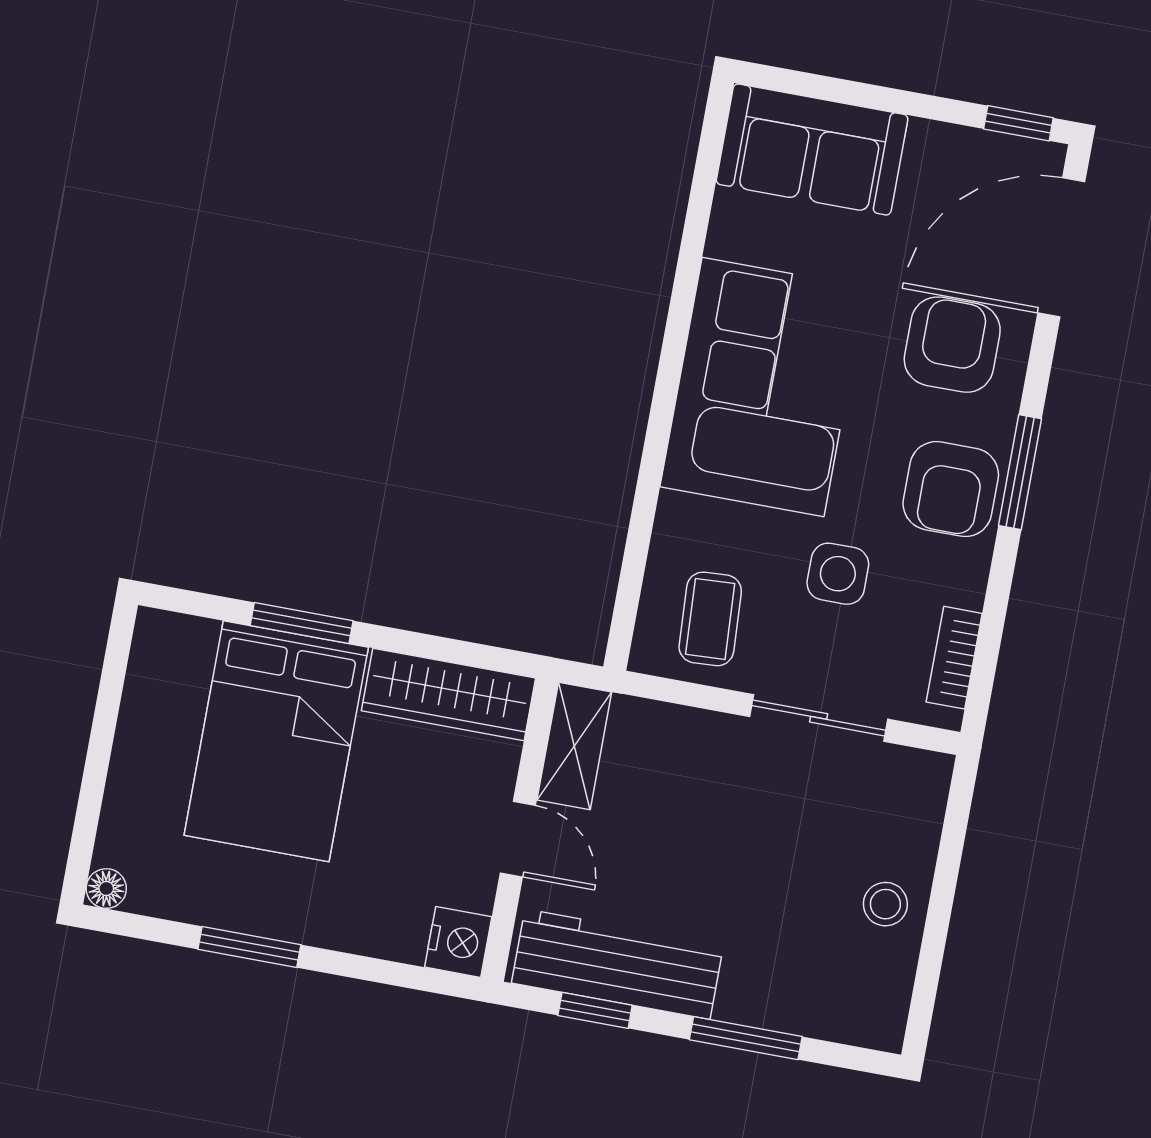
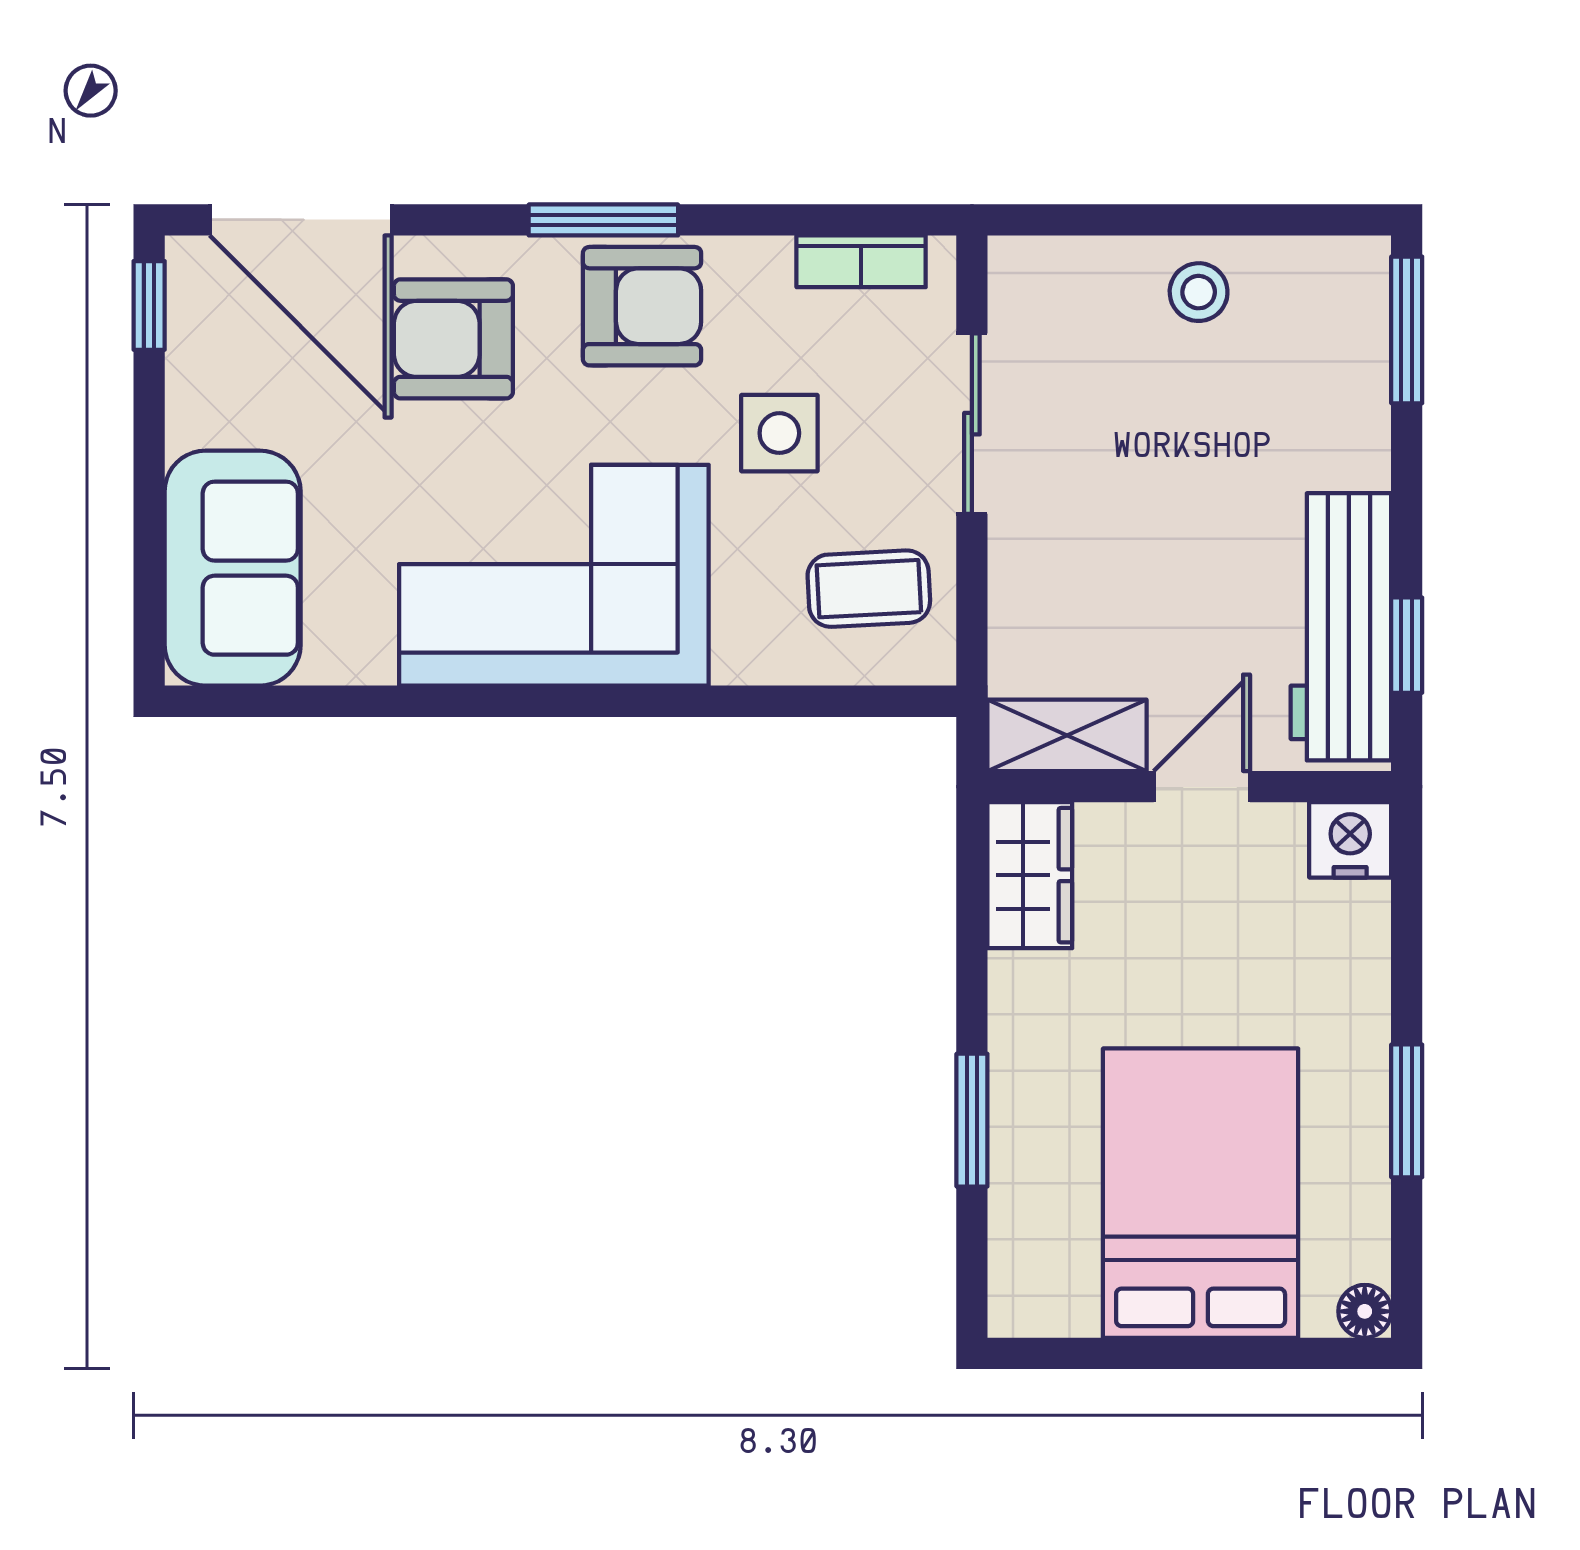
wardrobe: (449, 694) -> (1030, 875), width x0.67
bed: (276, 741) -> (1201, 1193), moved, turned -90
window: (746, 1038) -> (1407, 330), moved

